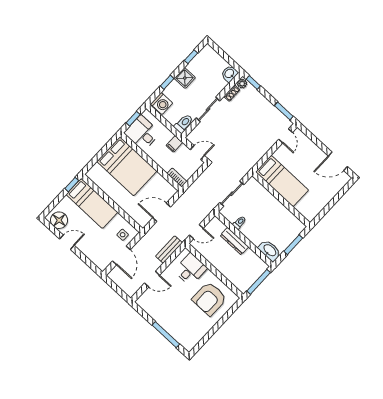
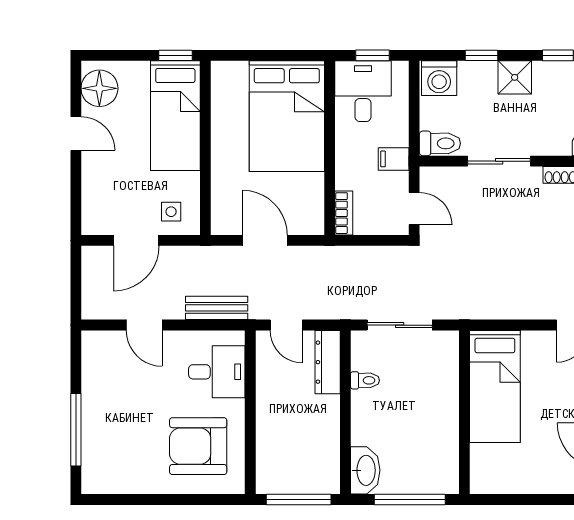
dresser: (234, 241) -> (328, 362), moved
window: (293, 245) -> (410, 499), width x1.44

